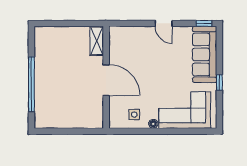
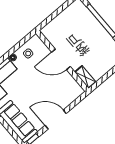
door: (164, 23) -> (56, 119), width x1.87

